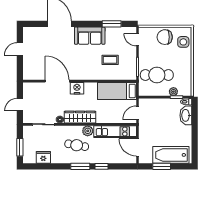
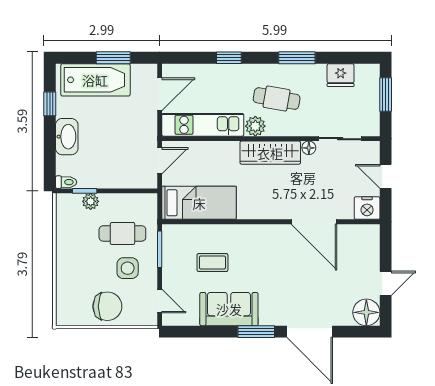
window: (112, 24) -> (256, 332), moved
floor lamp: (30, 34) -> (366, 312), added
sofa: (90, 36) -> (229, 309), moved
side table: (183, 42) -> (128, 268), moved
cafe table: (157, 75) -> (122, 233), width x0.73, depth x0.74
nightstand: (77, 88) -> (367, 208), moved
door: (20, 105) -> (386, 176), swing flipped
washbasin: (186, 115) -> (67, 137), moved
window: (195, 142) -> (50, 104), added
door: (137, 147) -> (160, 94), hinge flipped
window: (80, 166) -> (297, 58), moved

